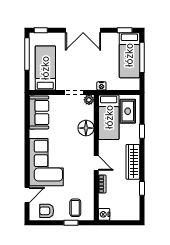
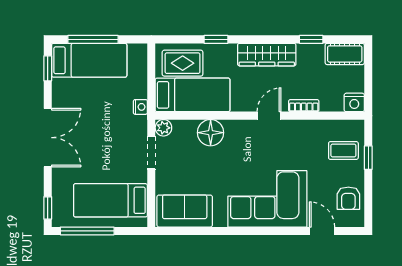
cot: (133, 209) -> (345, 54), added

